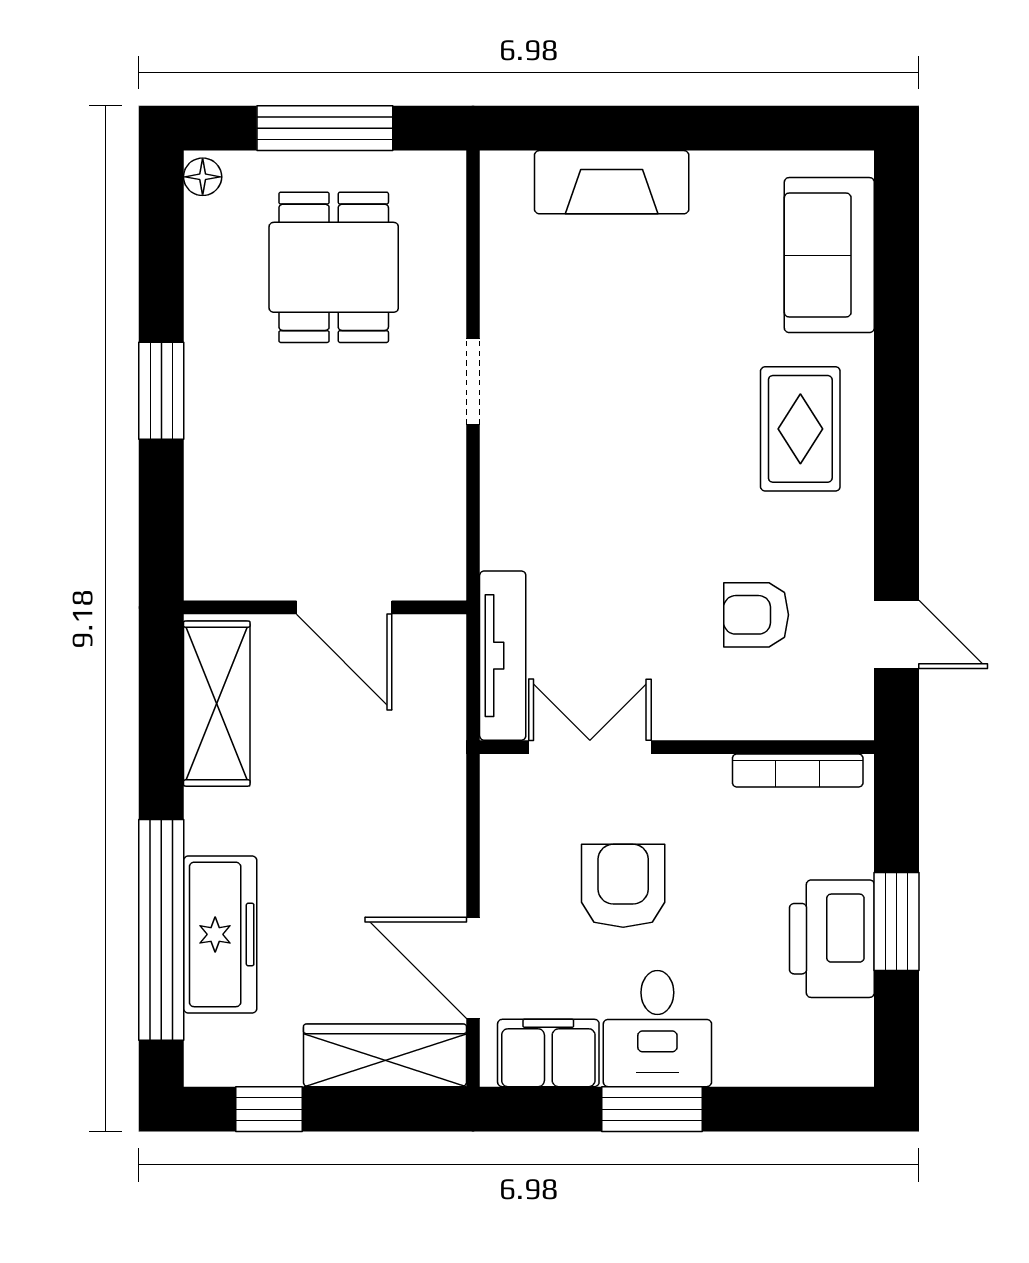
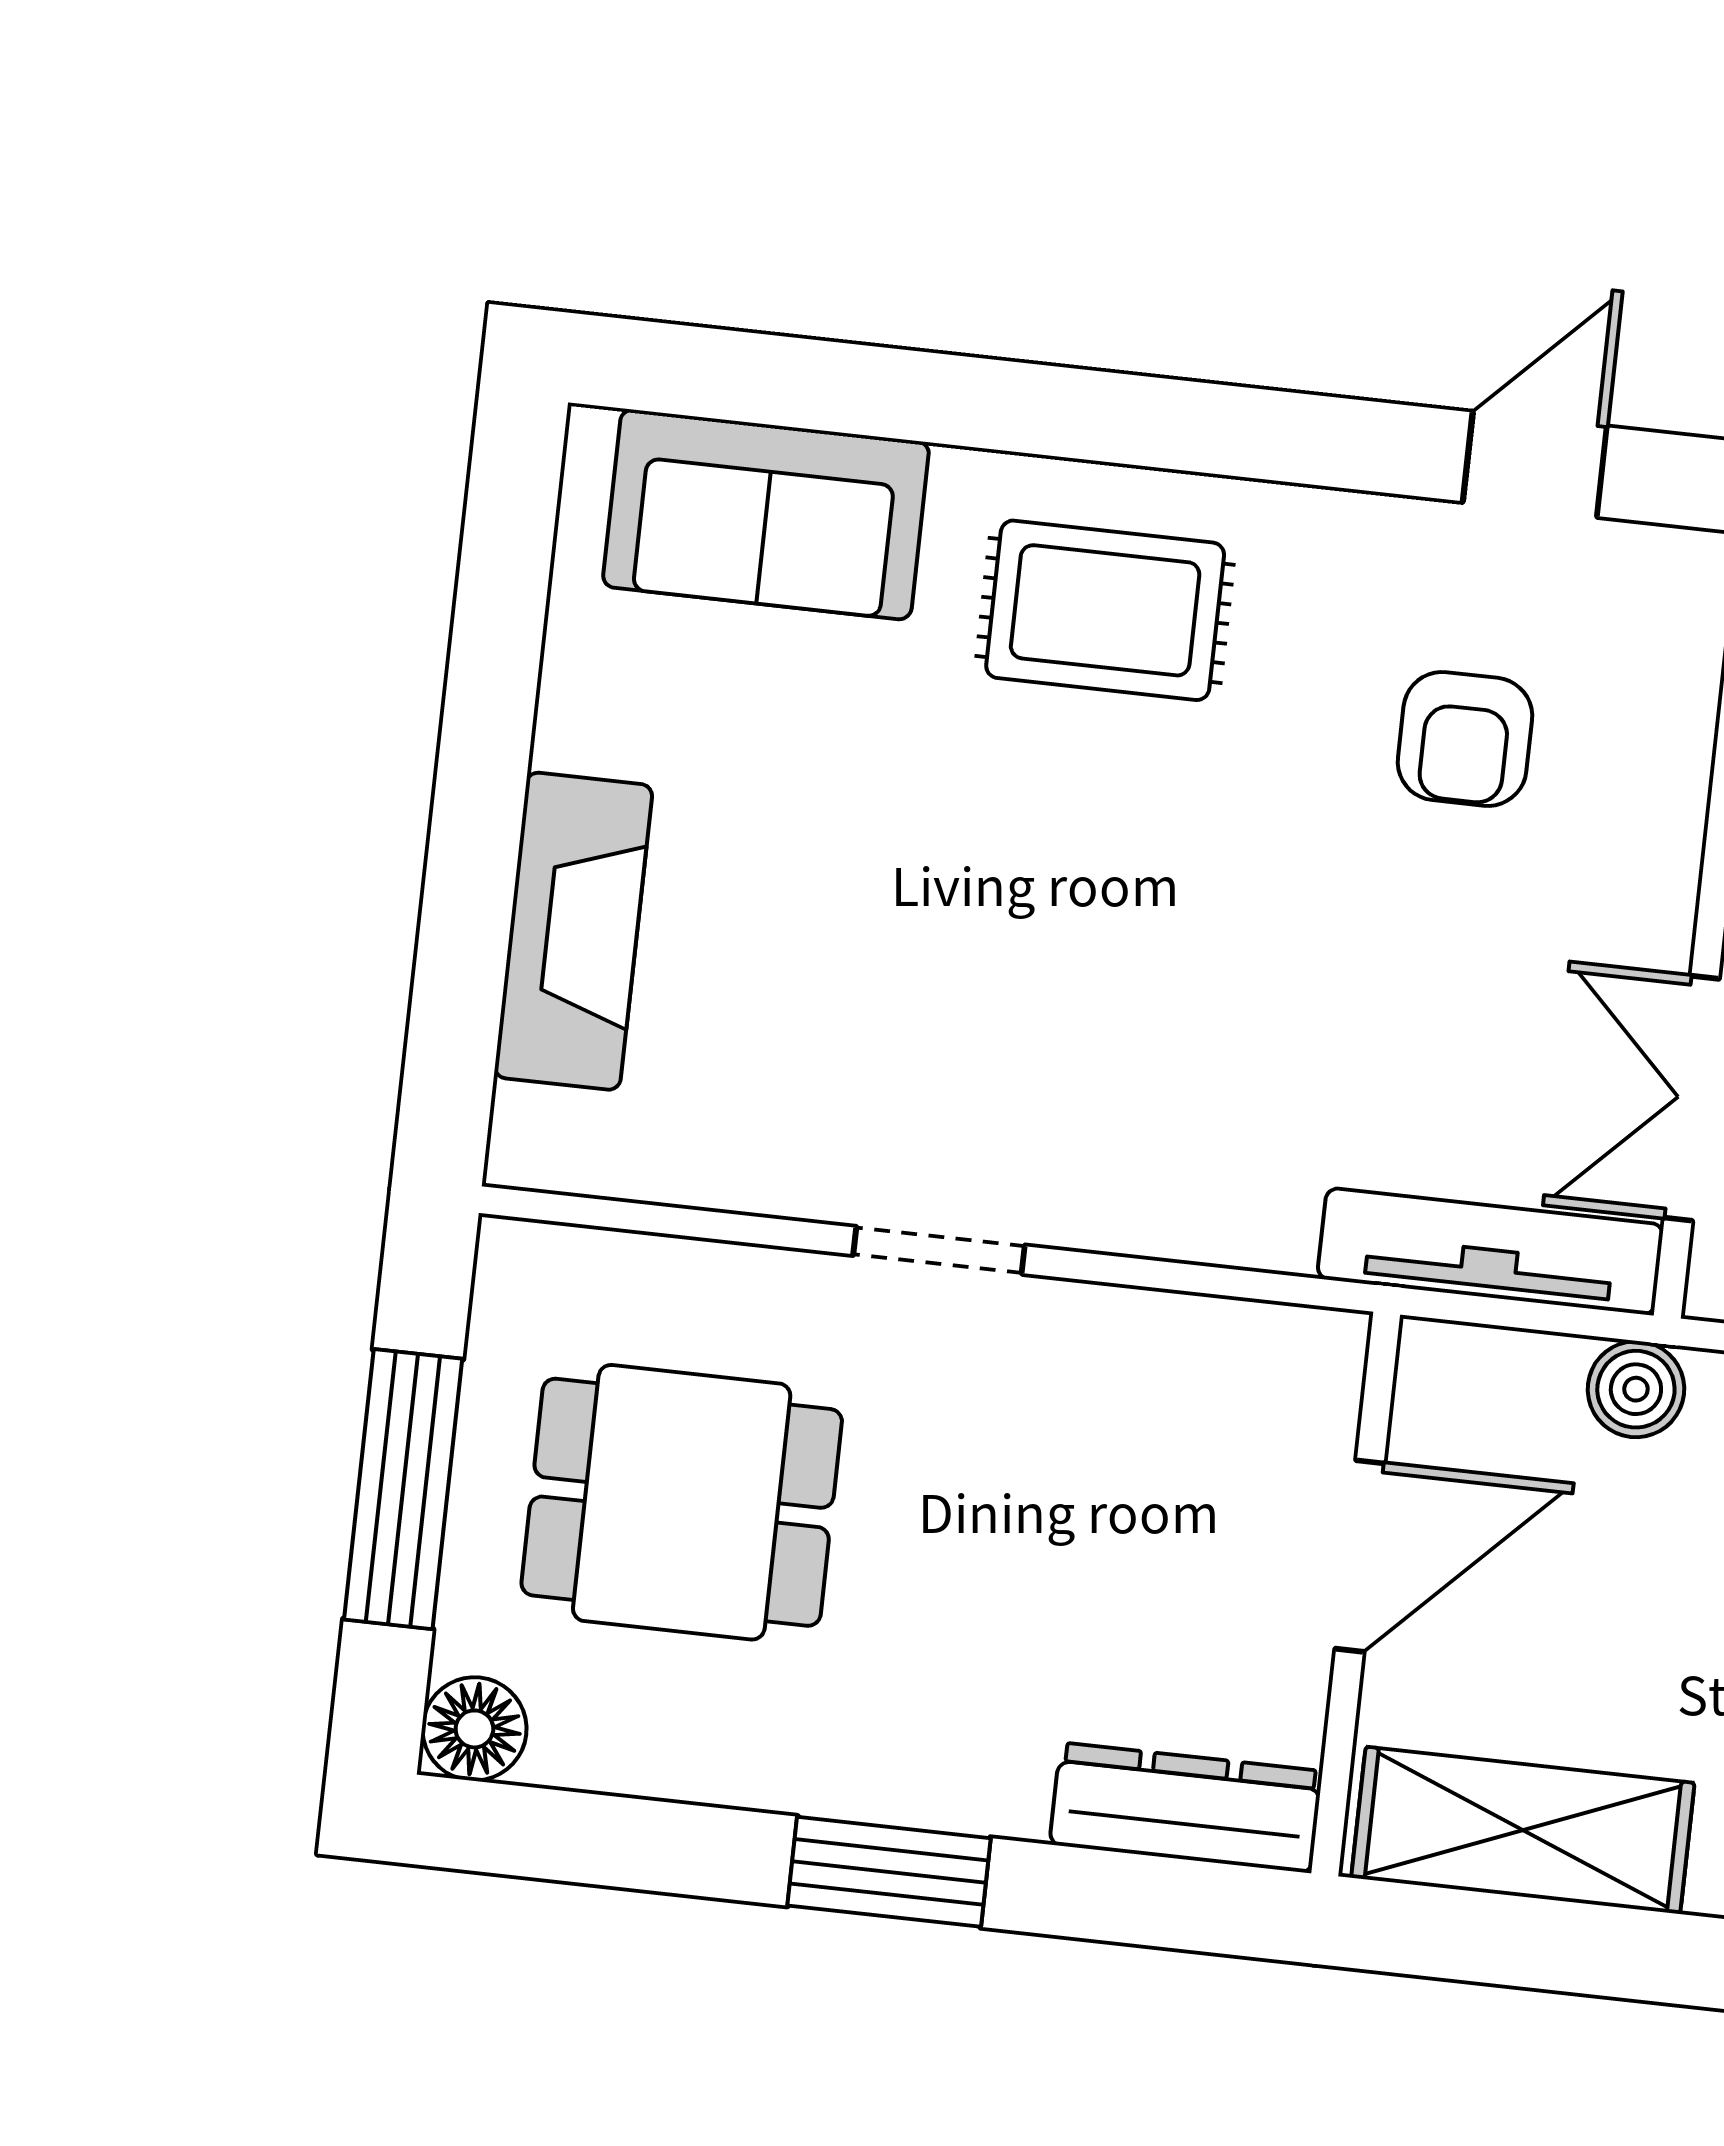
floor lamp: (203, 177) -> (474, 1729), width x1.37, depth x1.37
dresser: (209, 535) -> (1186, 1808), added
boiler: (442, 736) -> (1636, 1389), added

